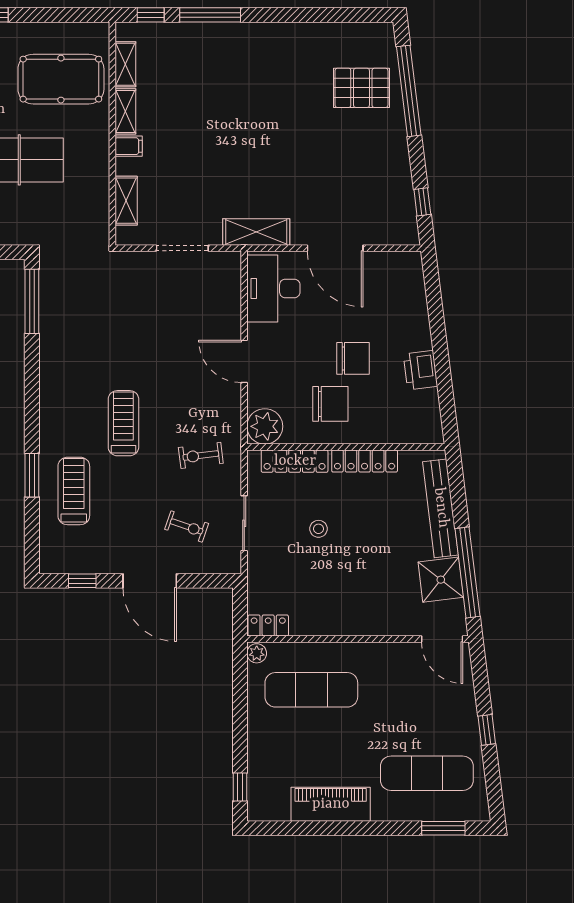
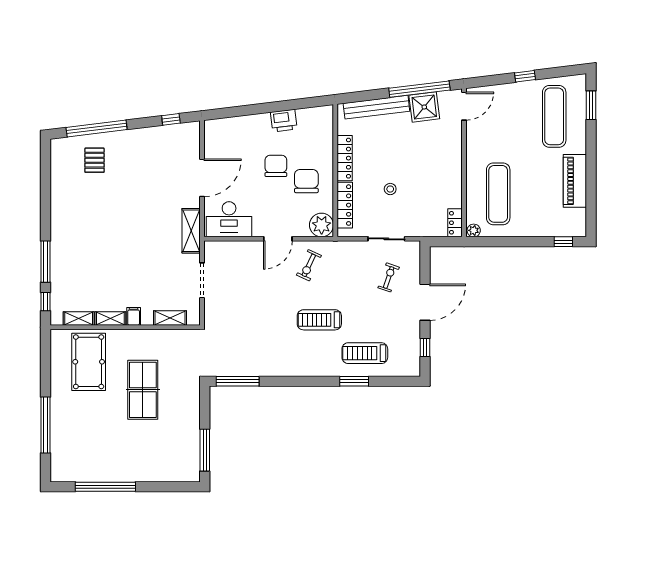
pallet: (361, 88) -> (94, 160), width x0.67, depth x0.71
exercise bike: (201, 455) -> (309, 265), moved, turned 32

